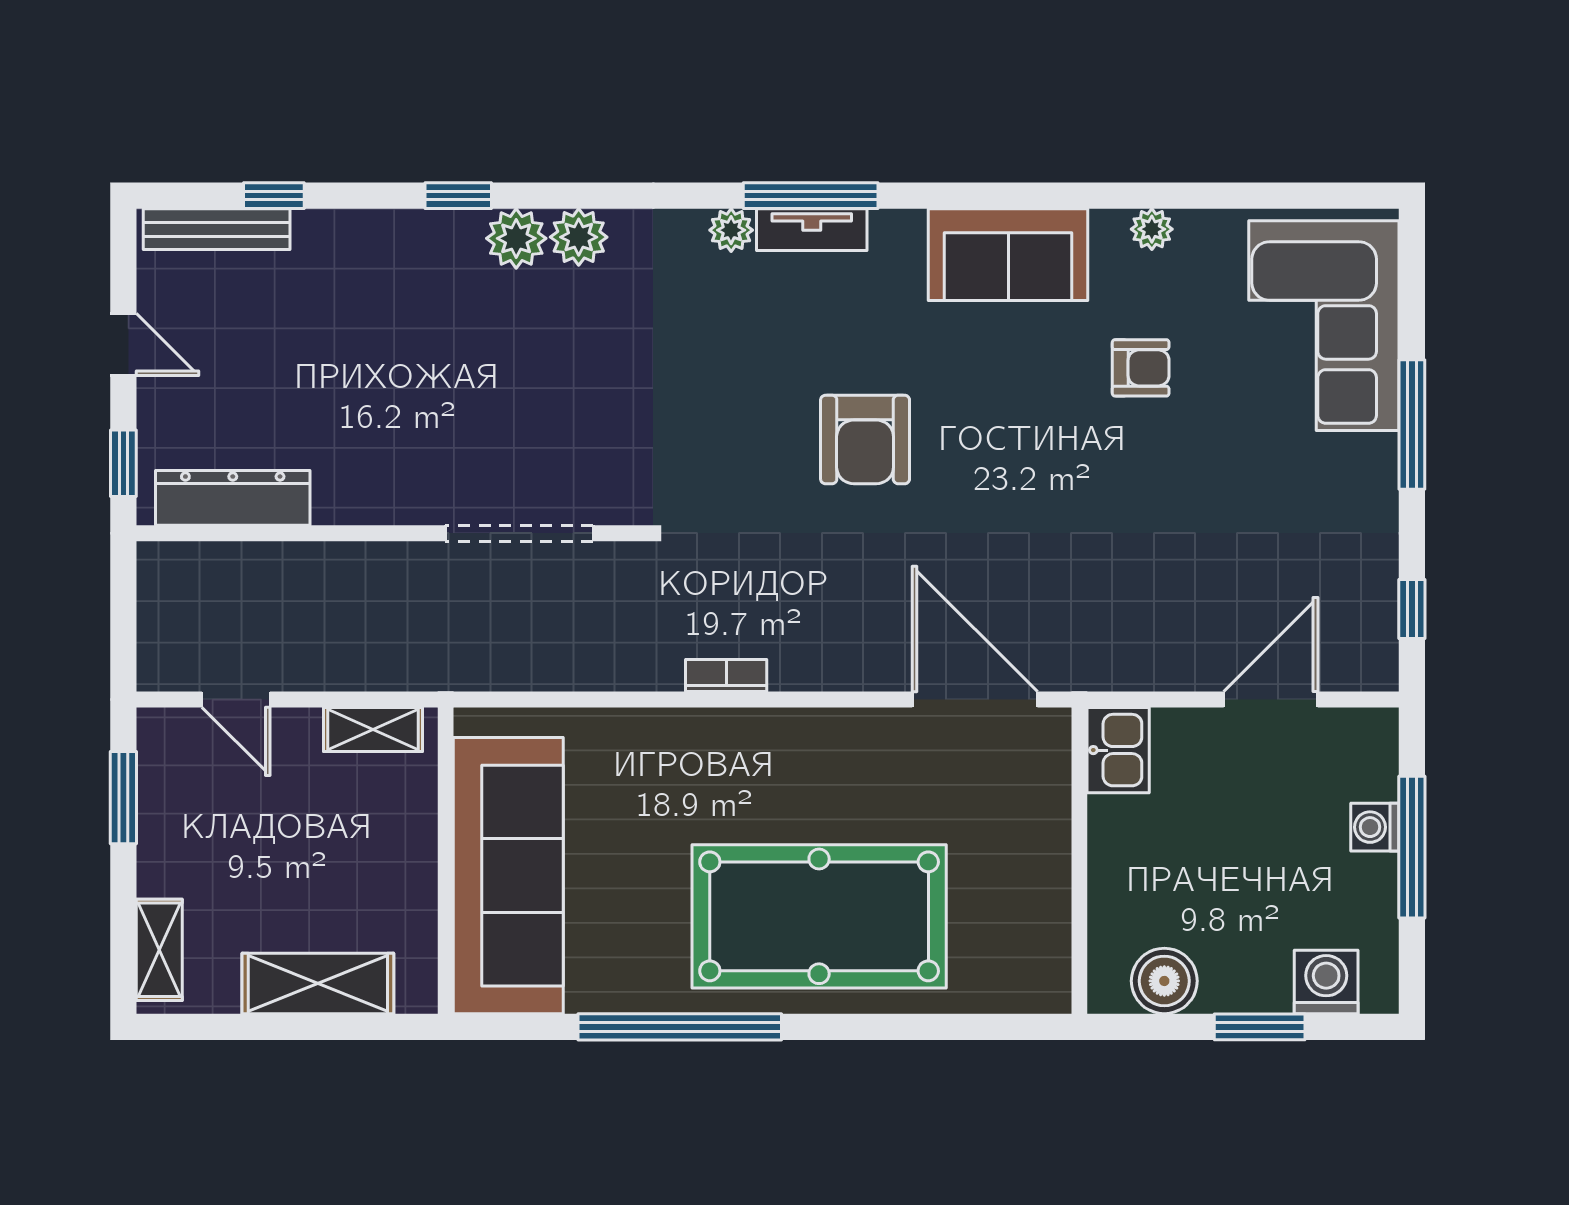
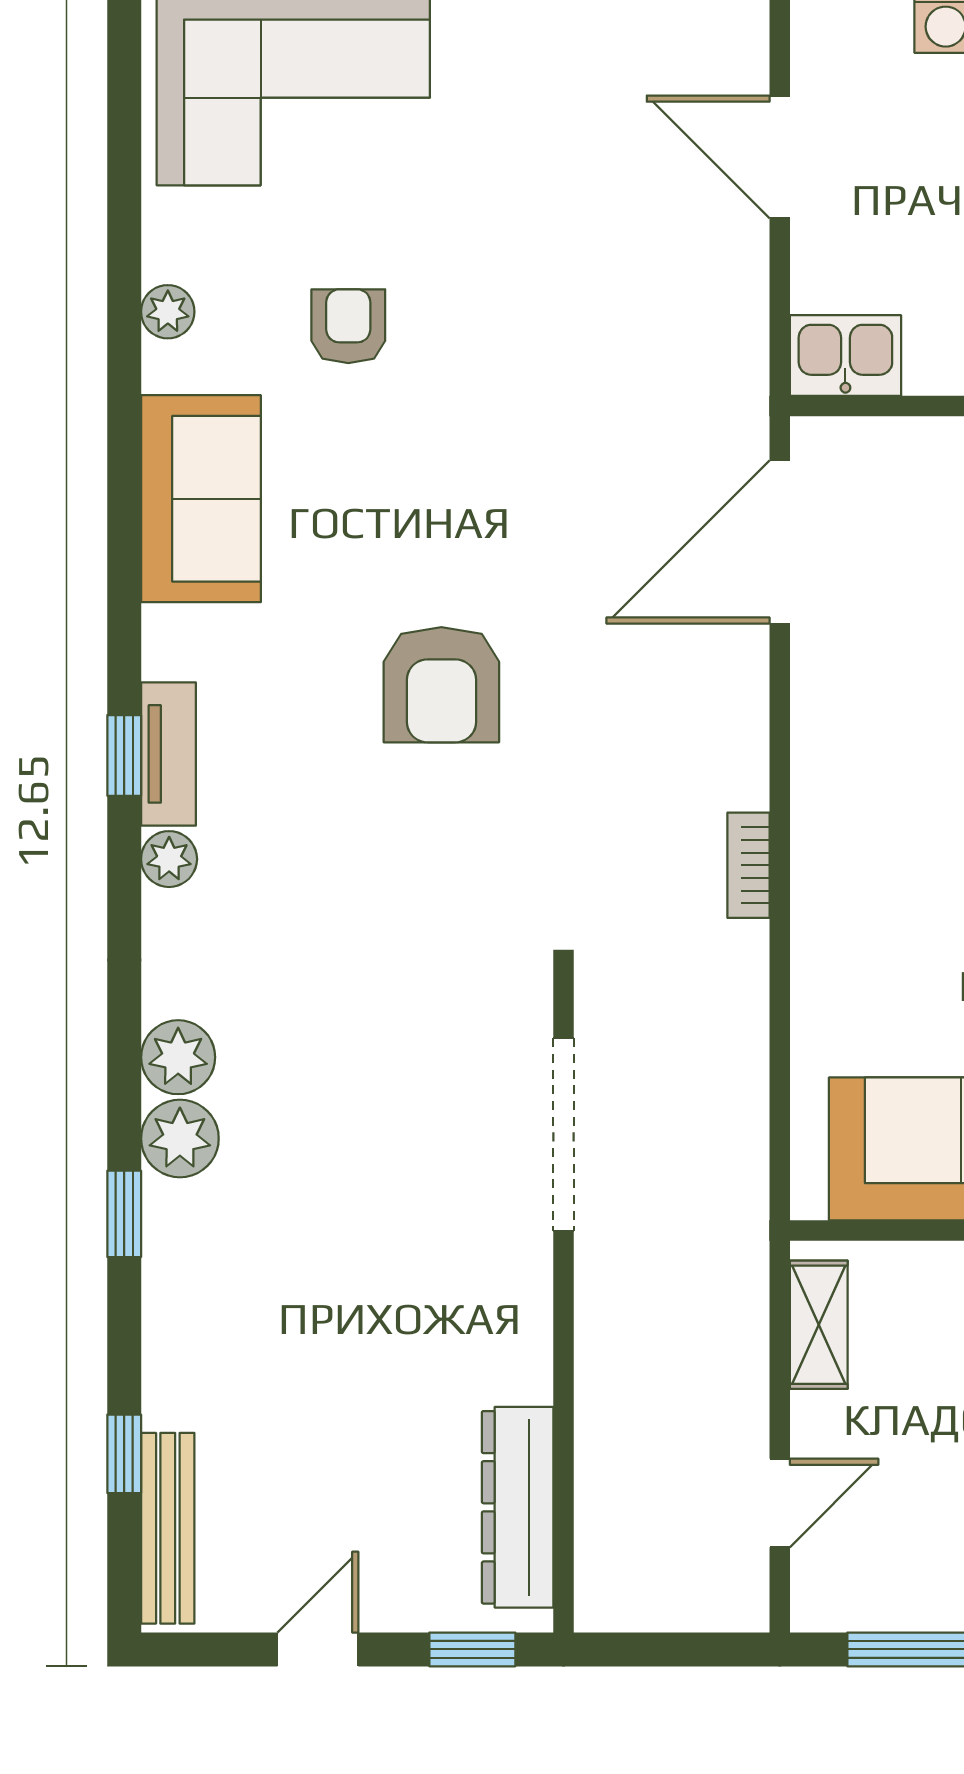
window: (811, 196) -> (124, 755), width x0.46
armchair: (865, 439) -> (441, 685), turned 90

